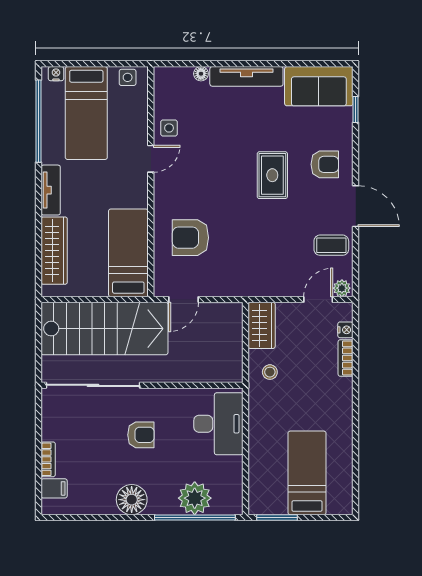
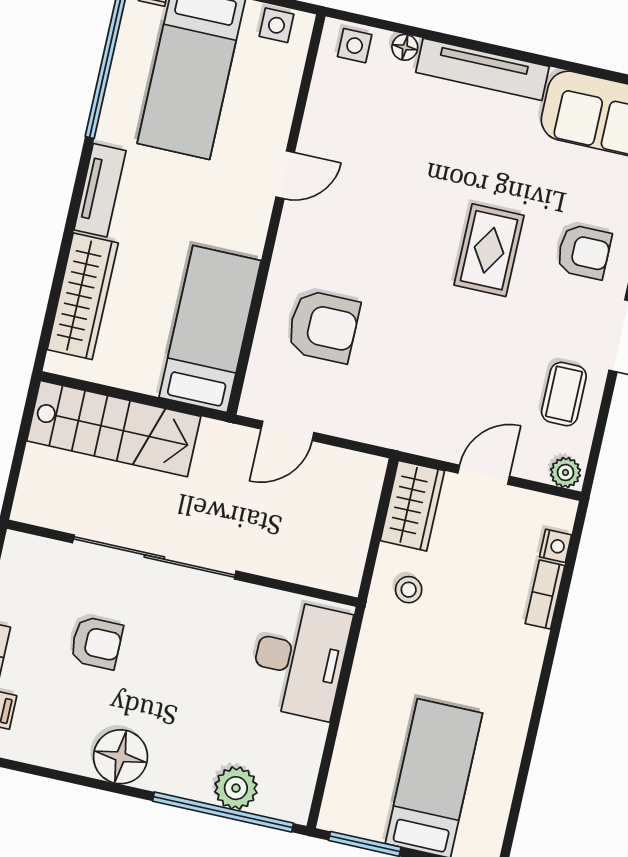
side table: (169, 128) -> (355, 46), moved
armchair: (190, 238) -> (323, 326), turned 180
coffee table: (331, 245) -> (564, 394), turned 90
door: (318, 299) -> (484, 475), moved
stairs: (104, 329) -> (114, 429), width x0.73, depth x0.66
sliding door: (93, 385) -> (154, 557), moved
armchair: (141, 435) -> (96, 643), moved
plant: (195, 498) -> (236, 788), width x0.73, depth x0.73

